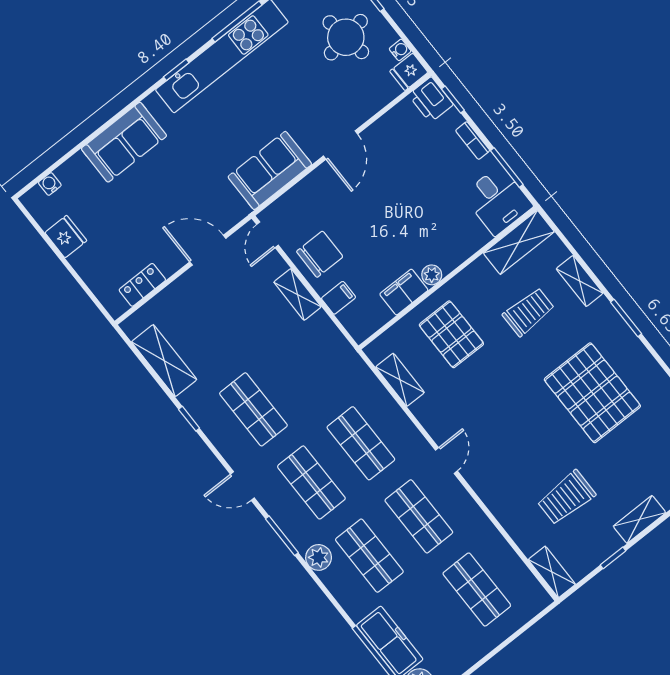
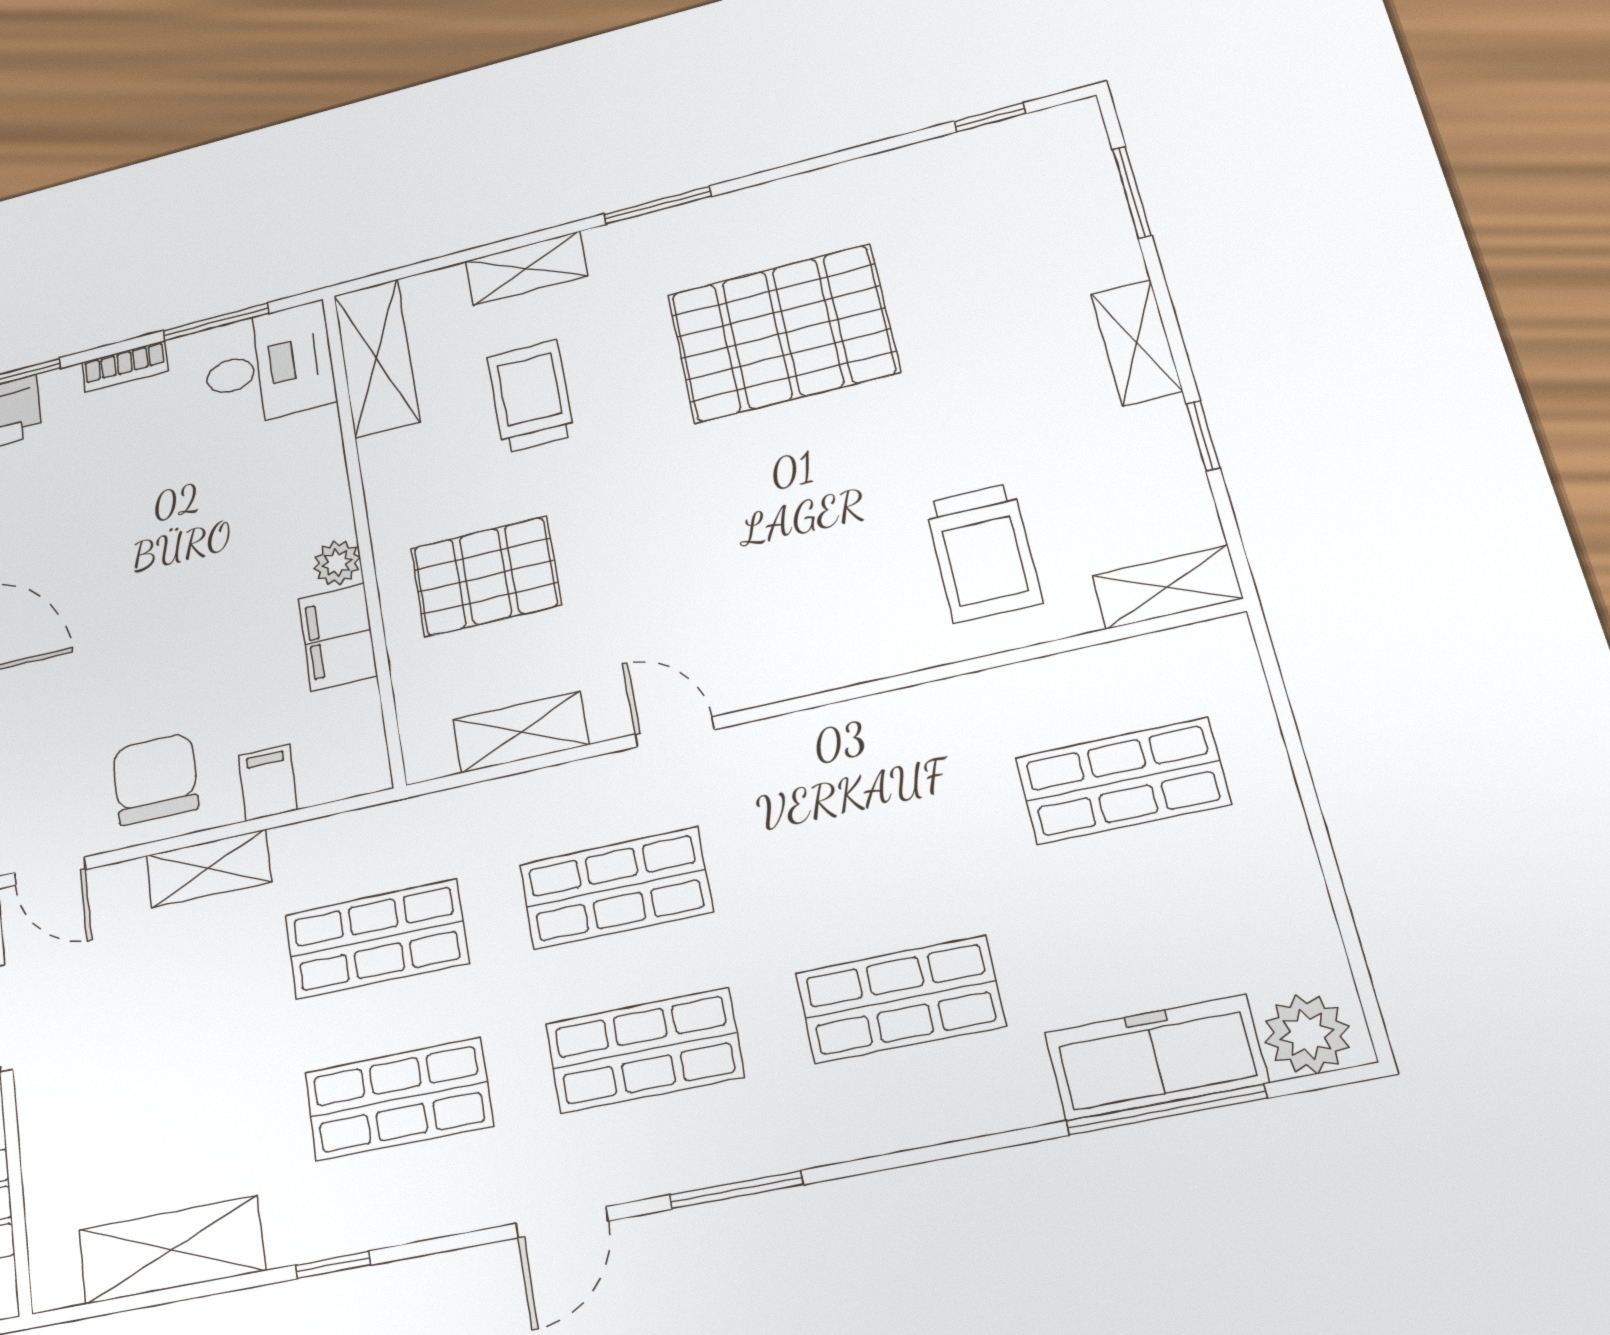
door: (446, 461) -> (675, 732), moved
trolley: (566, 498) -> (983, 552), moved
shop shelf: (419, 516) -> (376, 939), moved
plant: (319, 557) -> (839, 1127), removed

